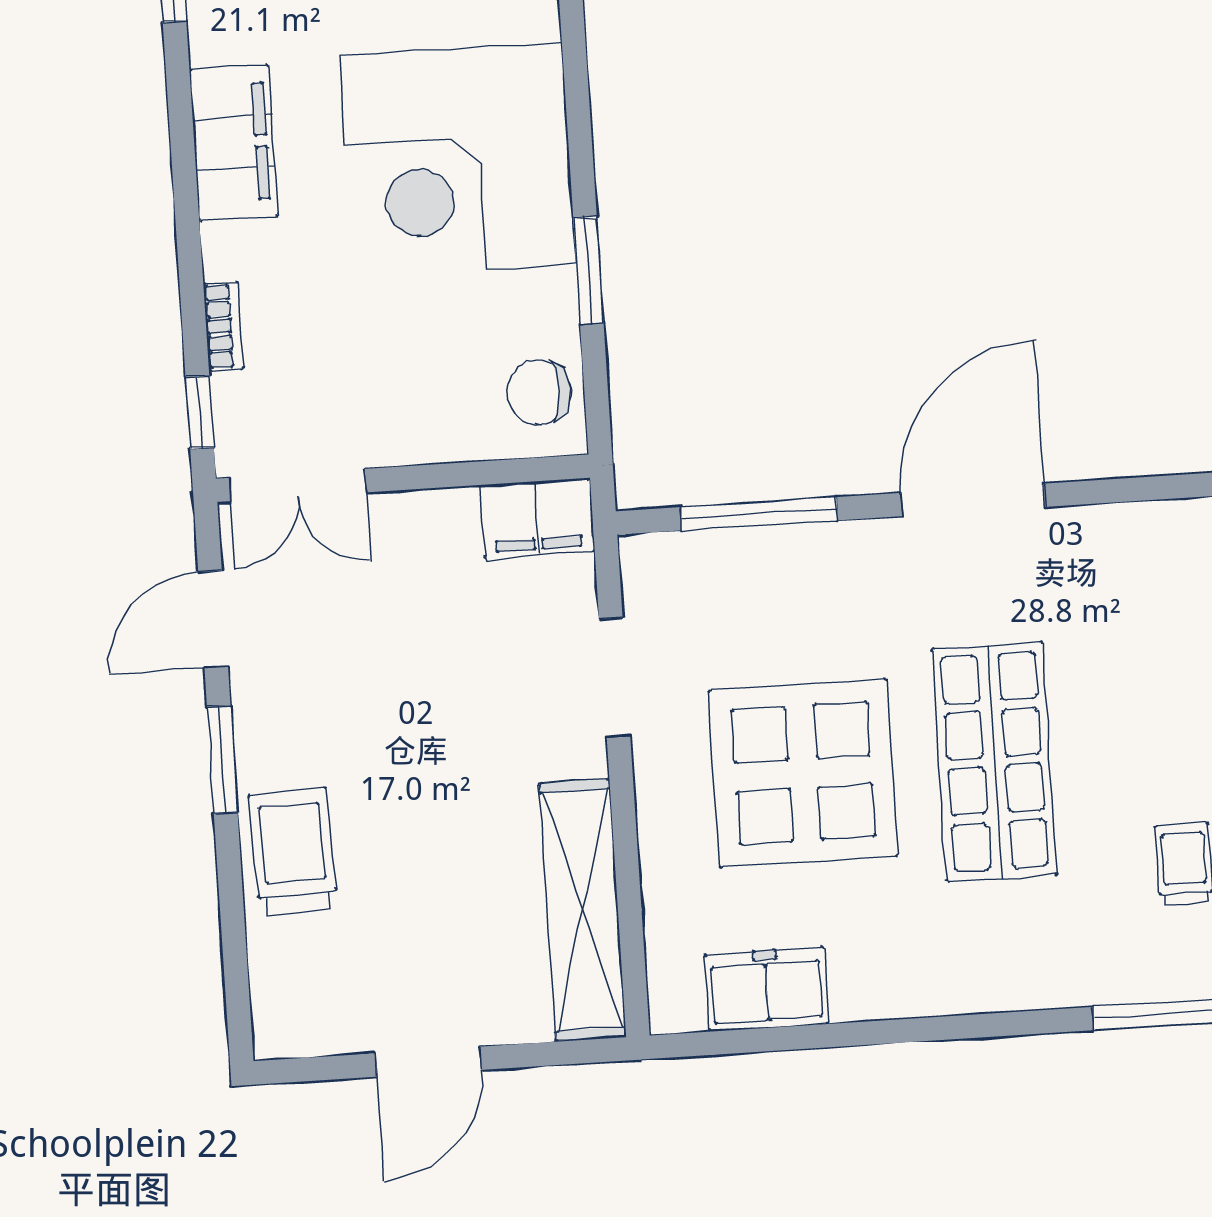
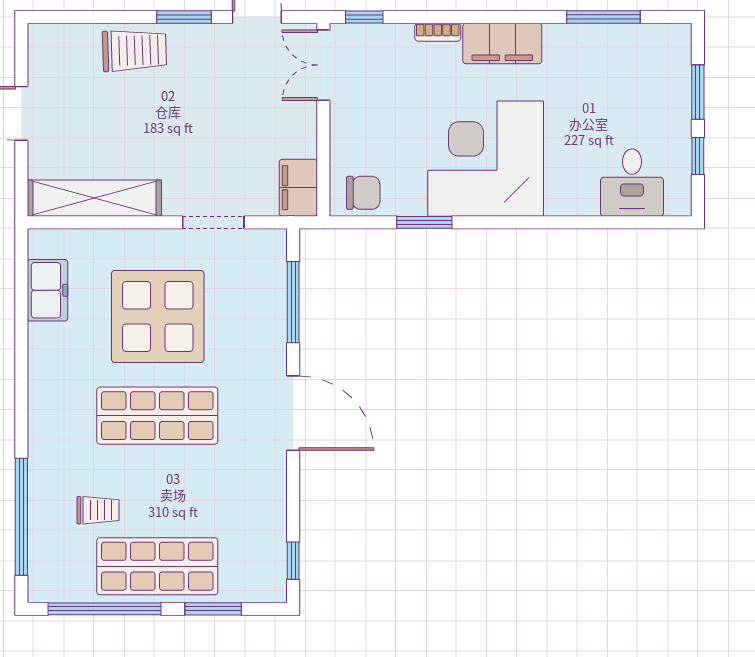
bookcase: (224, 326) -> (438, 32), moved
chair: (539, 392) -> (363, 193), turned 90

